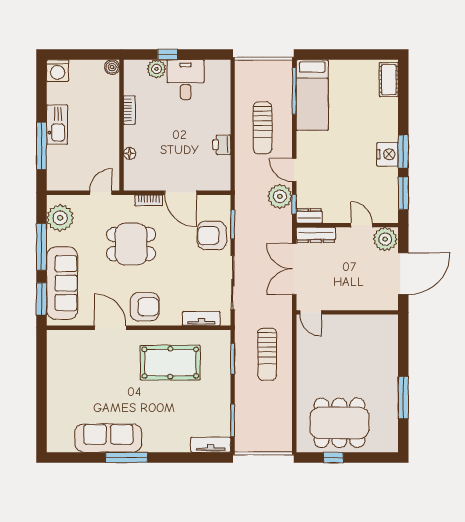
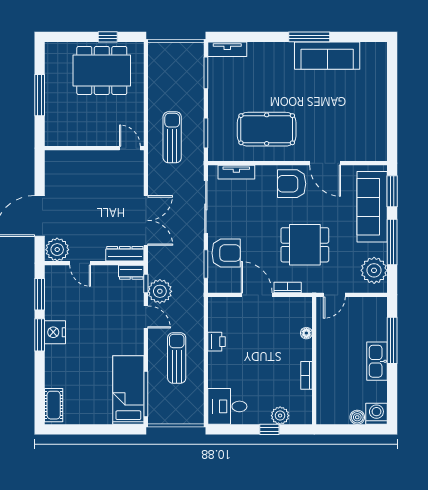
boiler: (112, 67) -> (357, 417), moved
desk: (186, 80) -> (227, 406), moved, turned 90
door: (311, 312) -> (130, 148), moved
wall: (347, 312) -> (94, 148), moved

